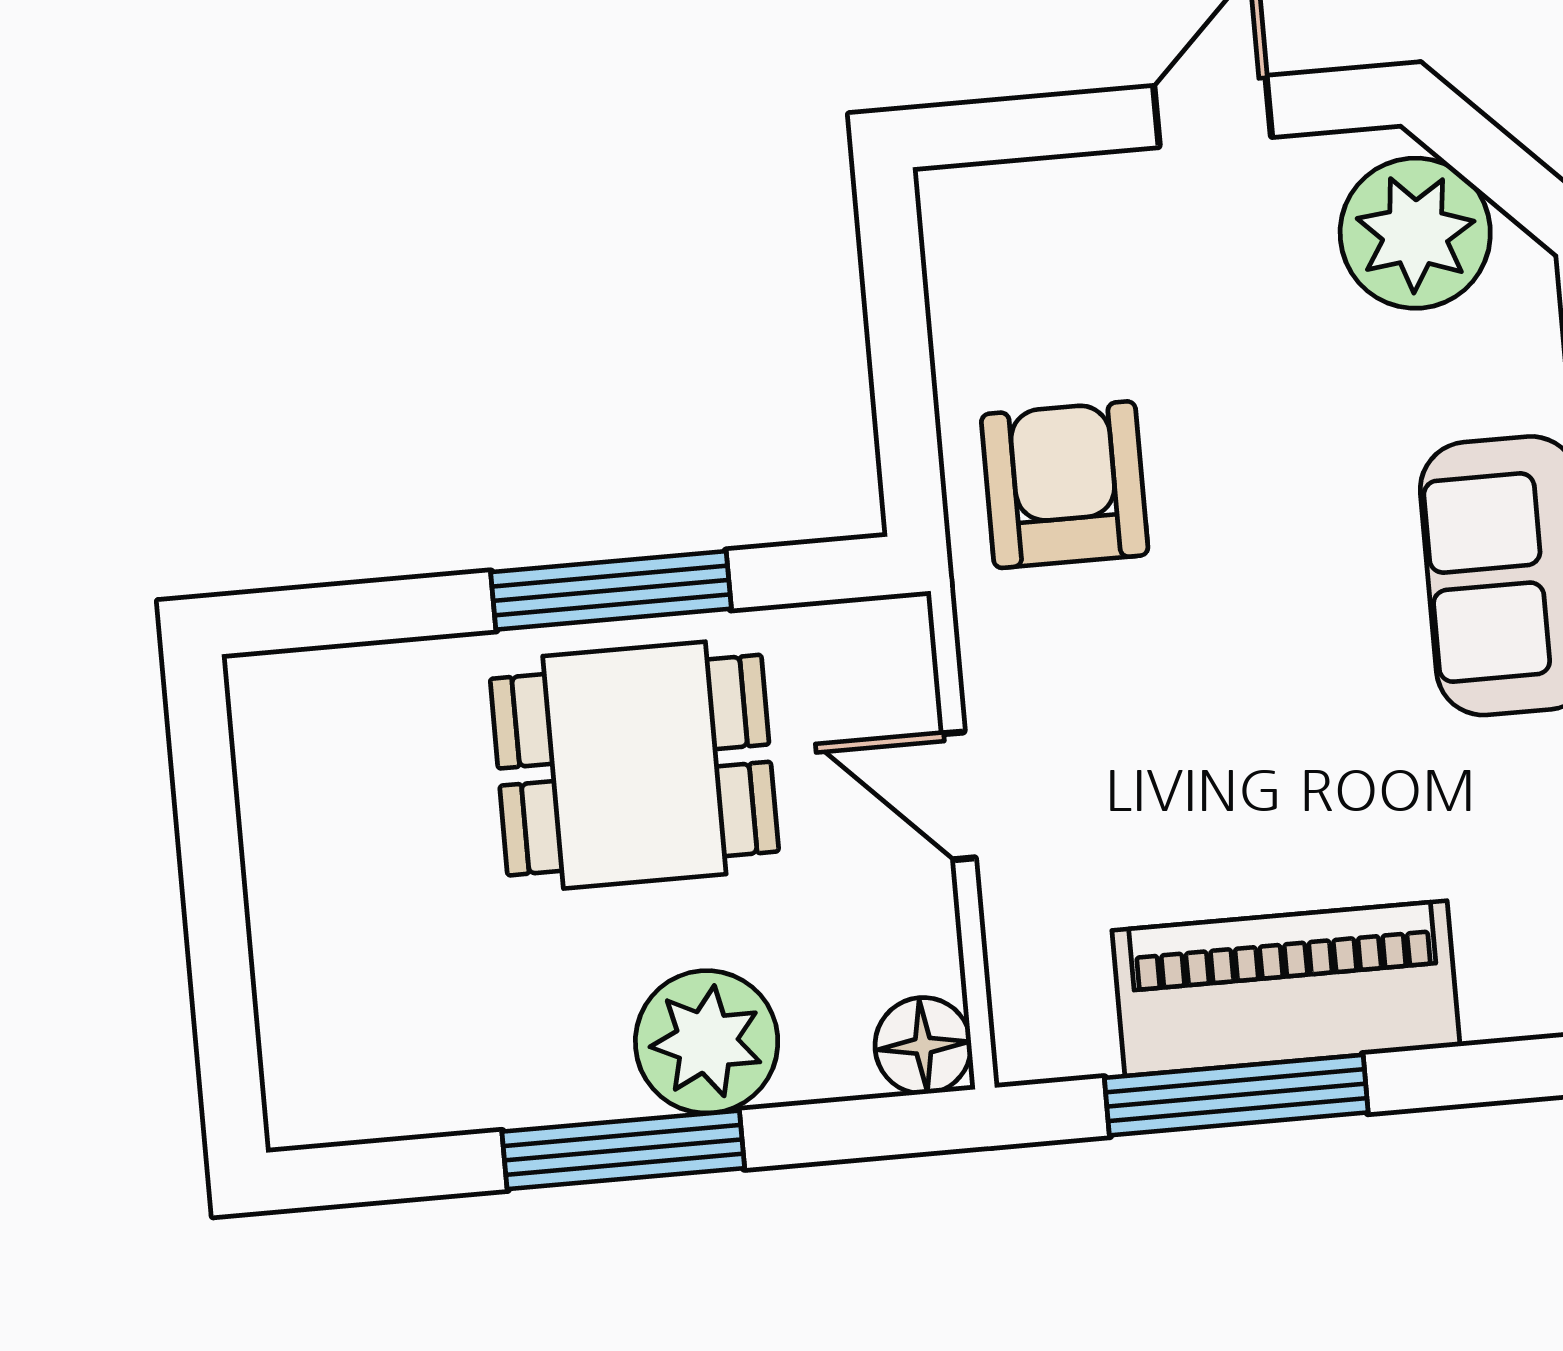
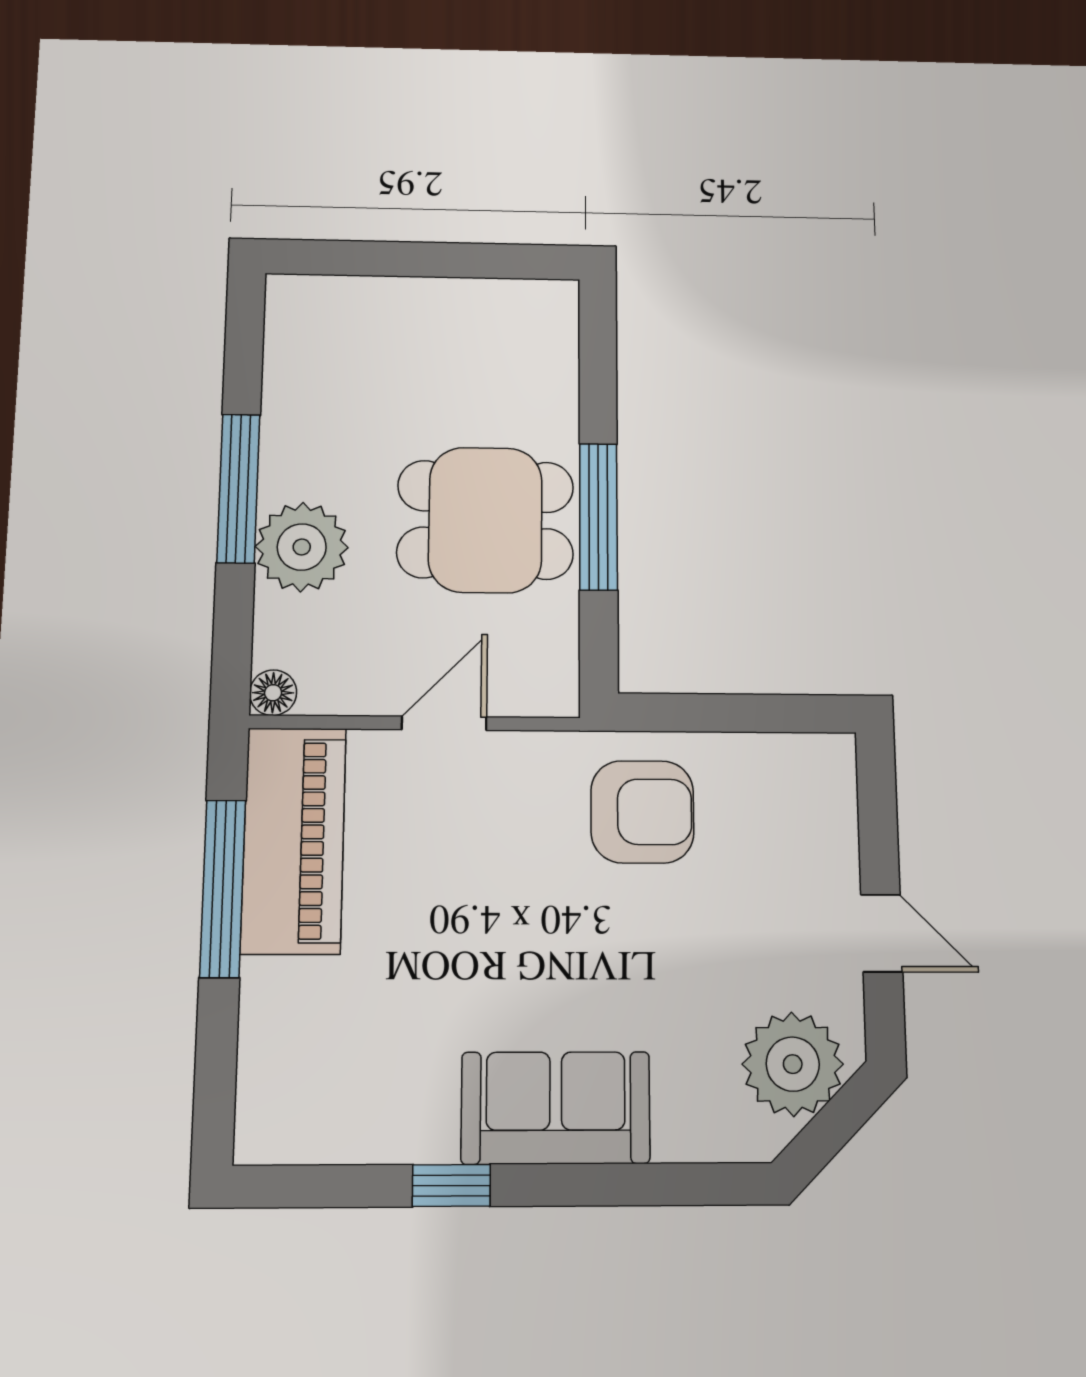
dining table: (634, 765) -> (485, 520), turned 90
piano: (1286, 988) -> (294, 840), moved
floor lamp: (923, 1046) -> (273, 693), width x0.73, depth x0.73

